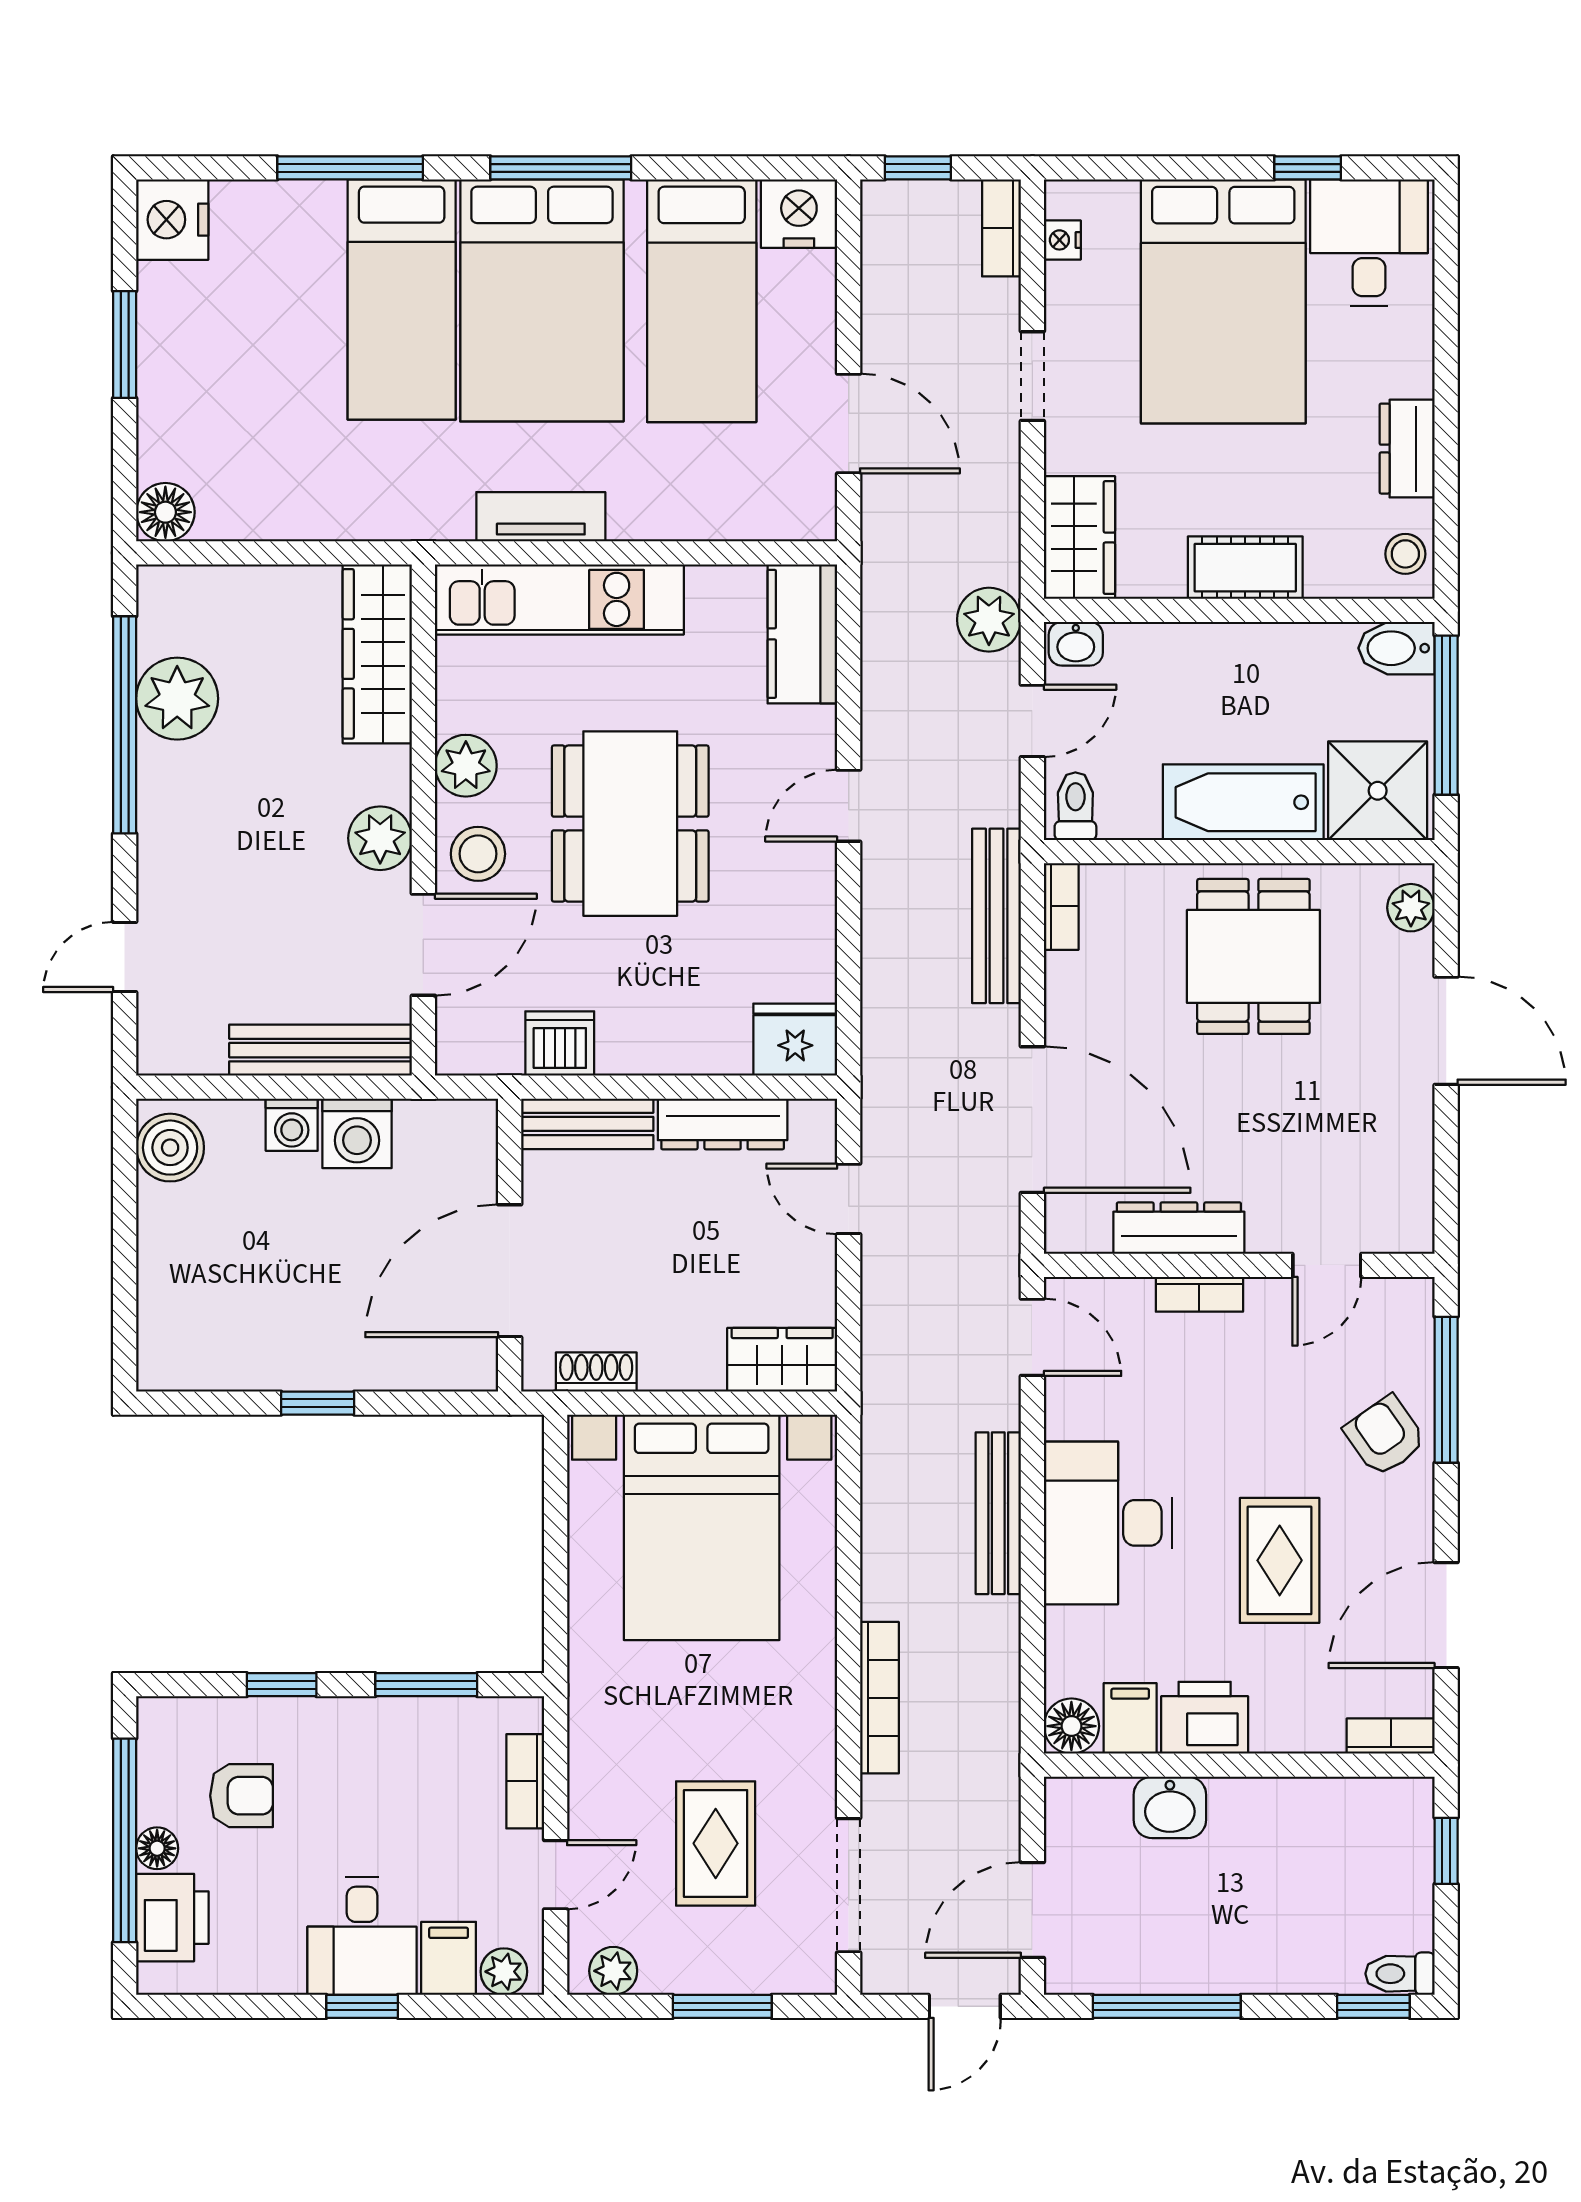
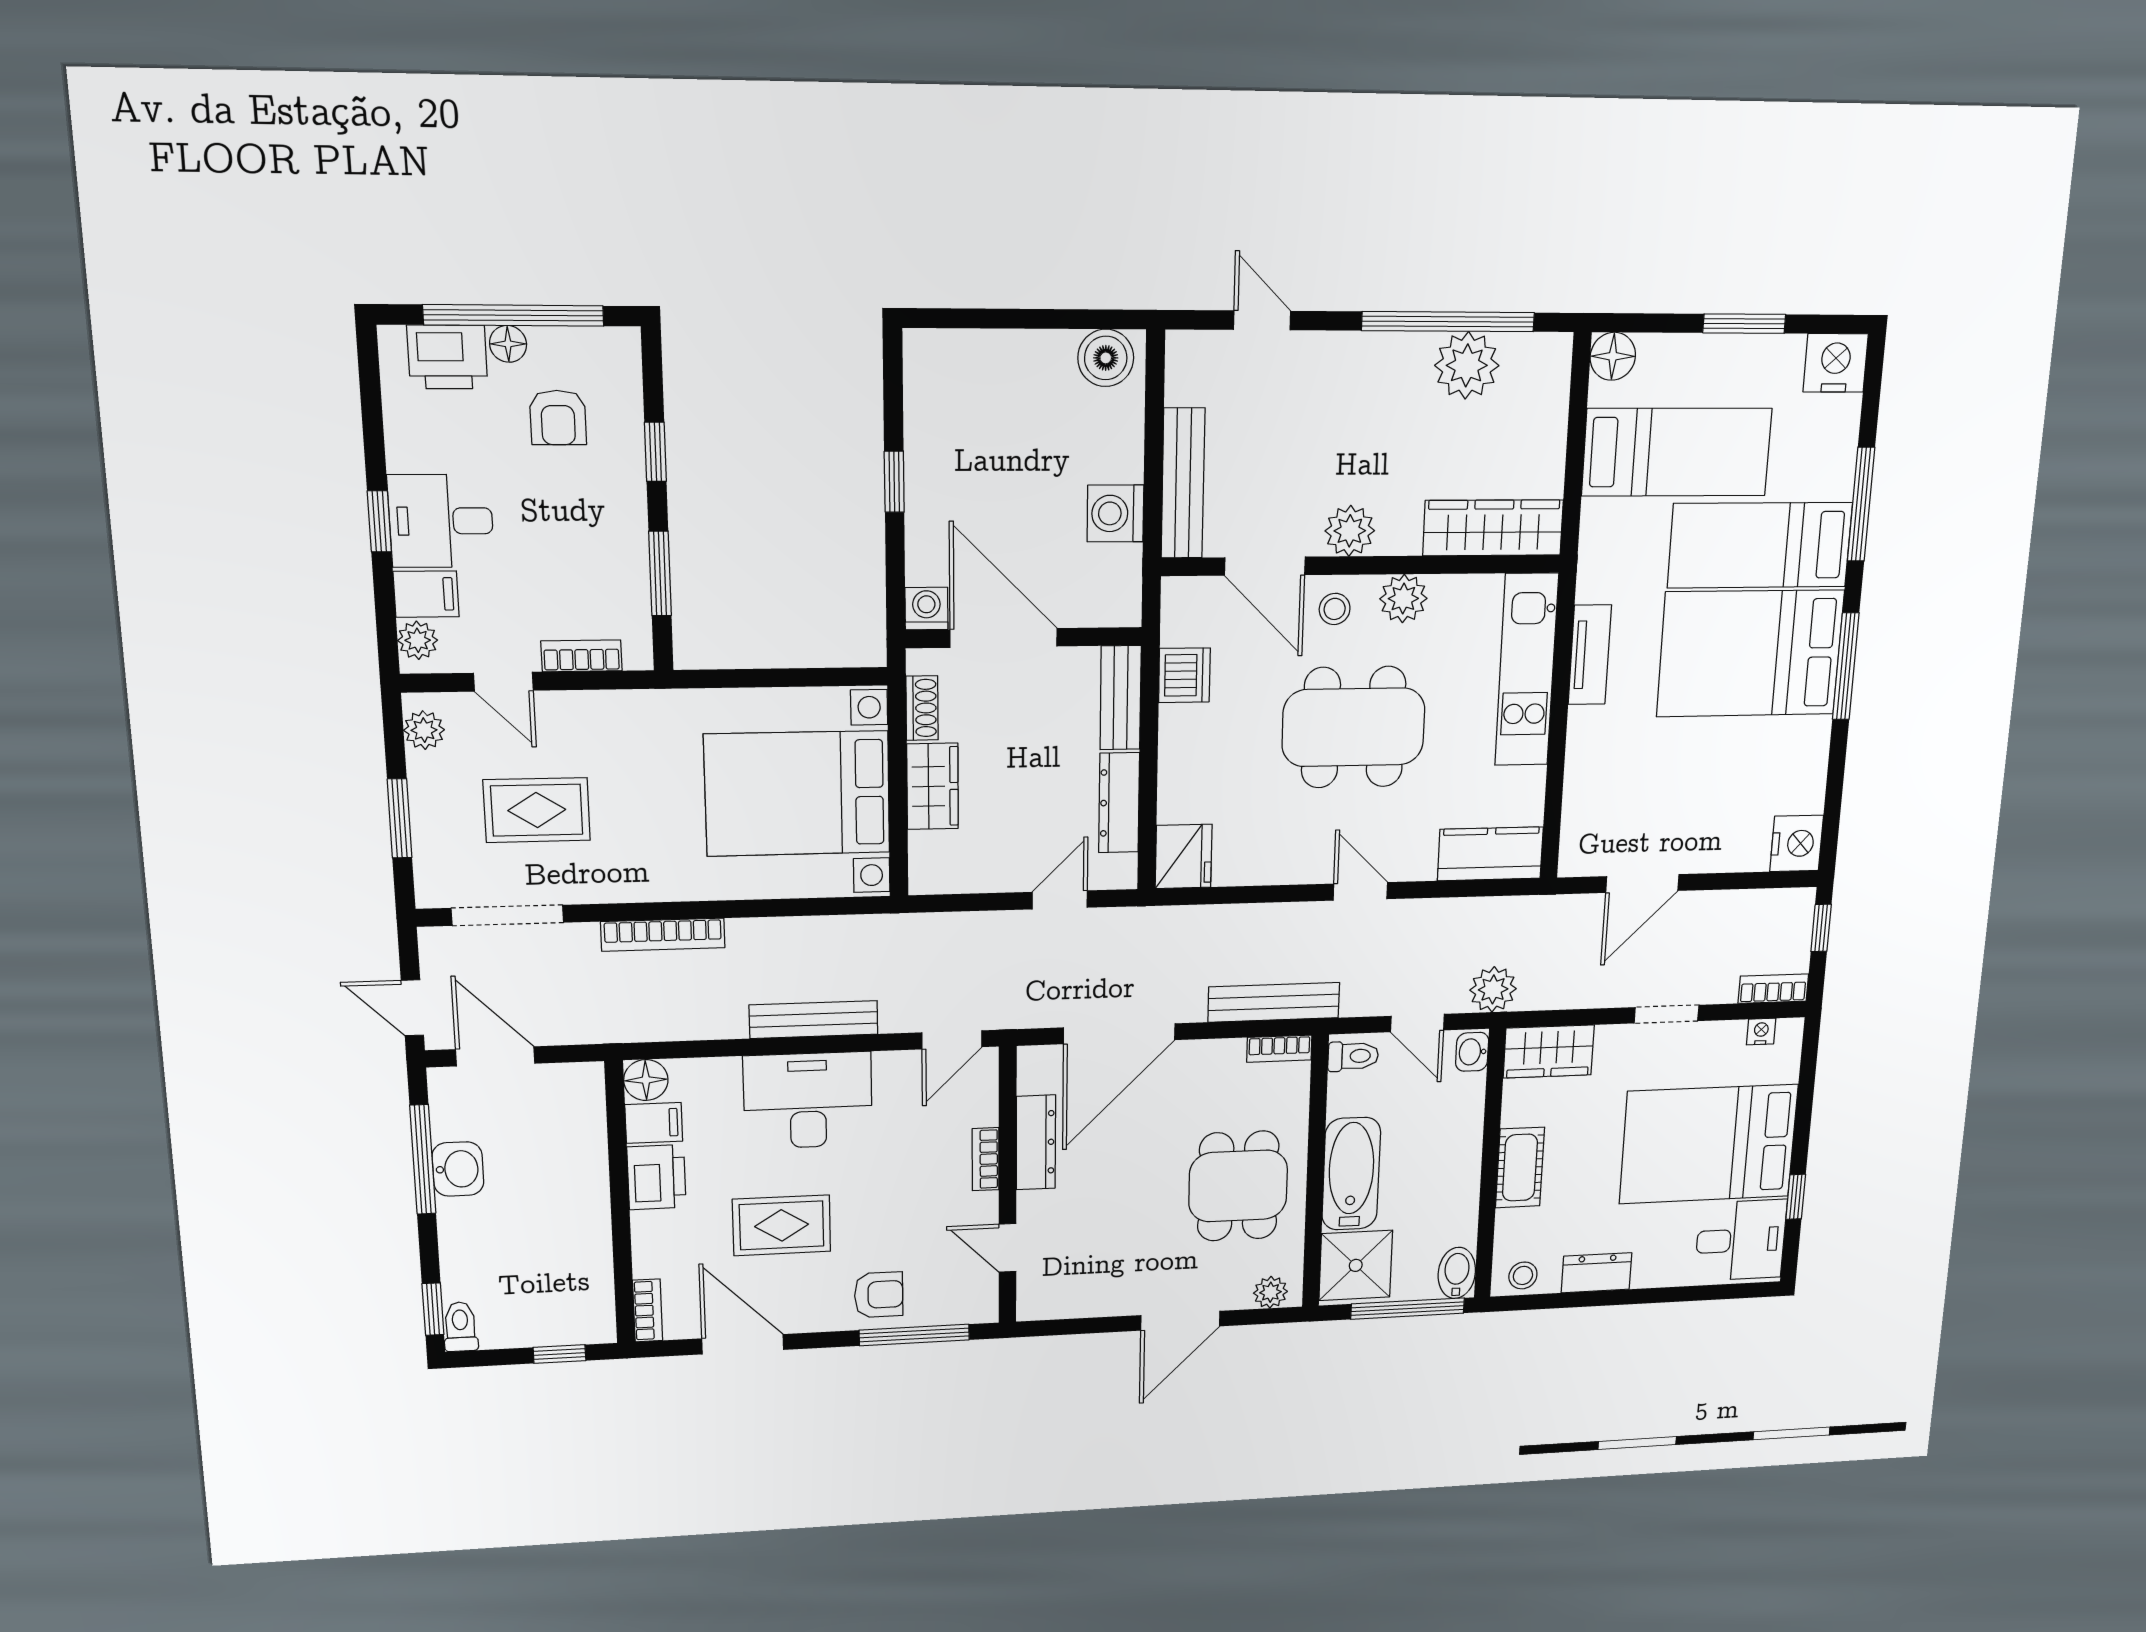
bed: (702, 301) -> (1677, 452), moved, turned 180
stool: (478, 854) -> (1335, 609), width x0.73, depth x0.73
dining table: (1253, 956) -> (1238, 1186), turned 90
washing machine: (292, 1125) -> (926, 609), moved, turned 90
wardrobe: (782, 1360) -> (933, 786), moved
armchair: (1385, 1436) -> (879, 1295), turned 35
washbasin: (1170, 1807) -> (458, 1169), moved, turned 180

